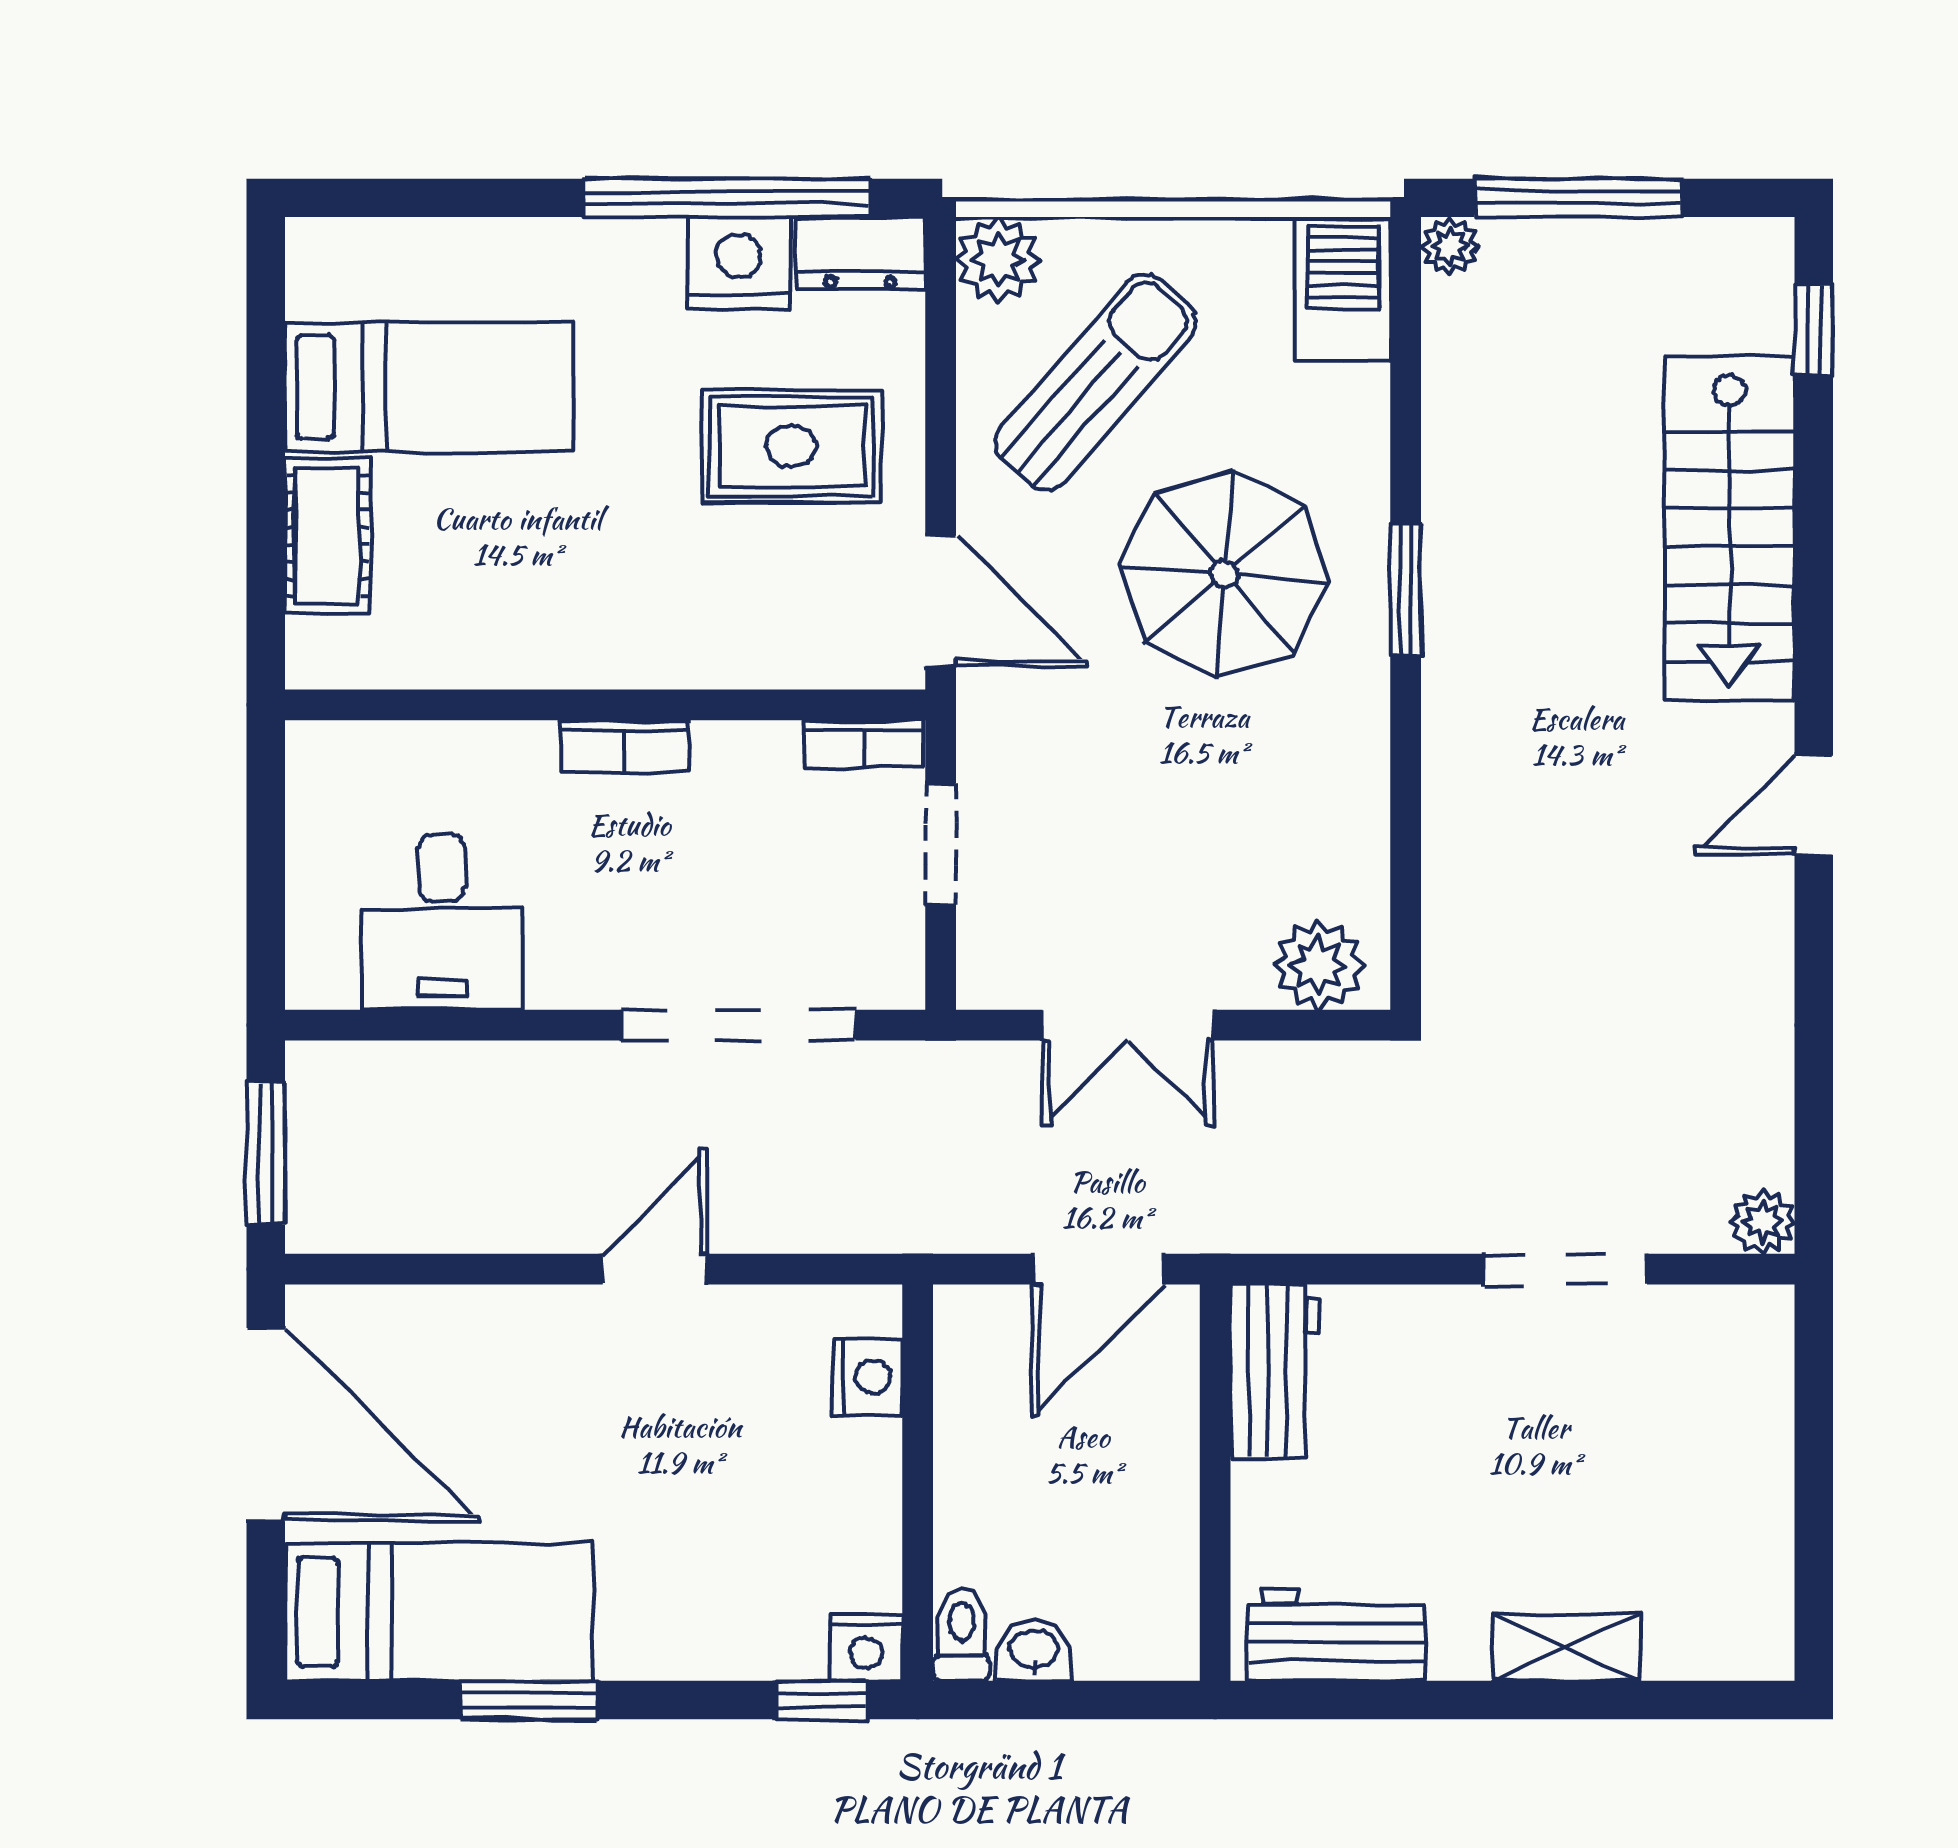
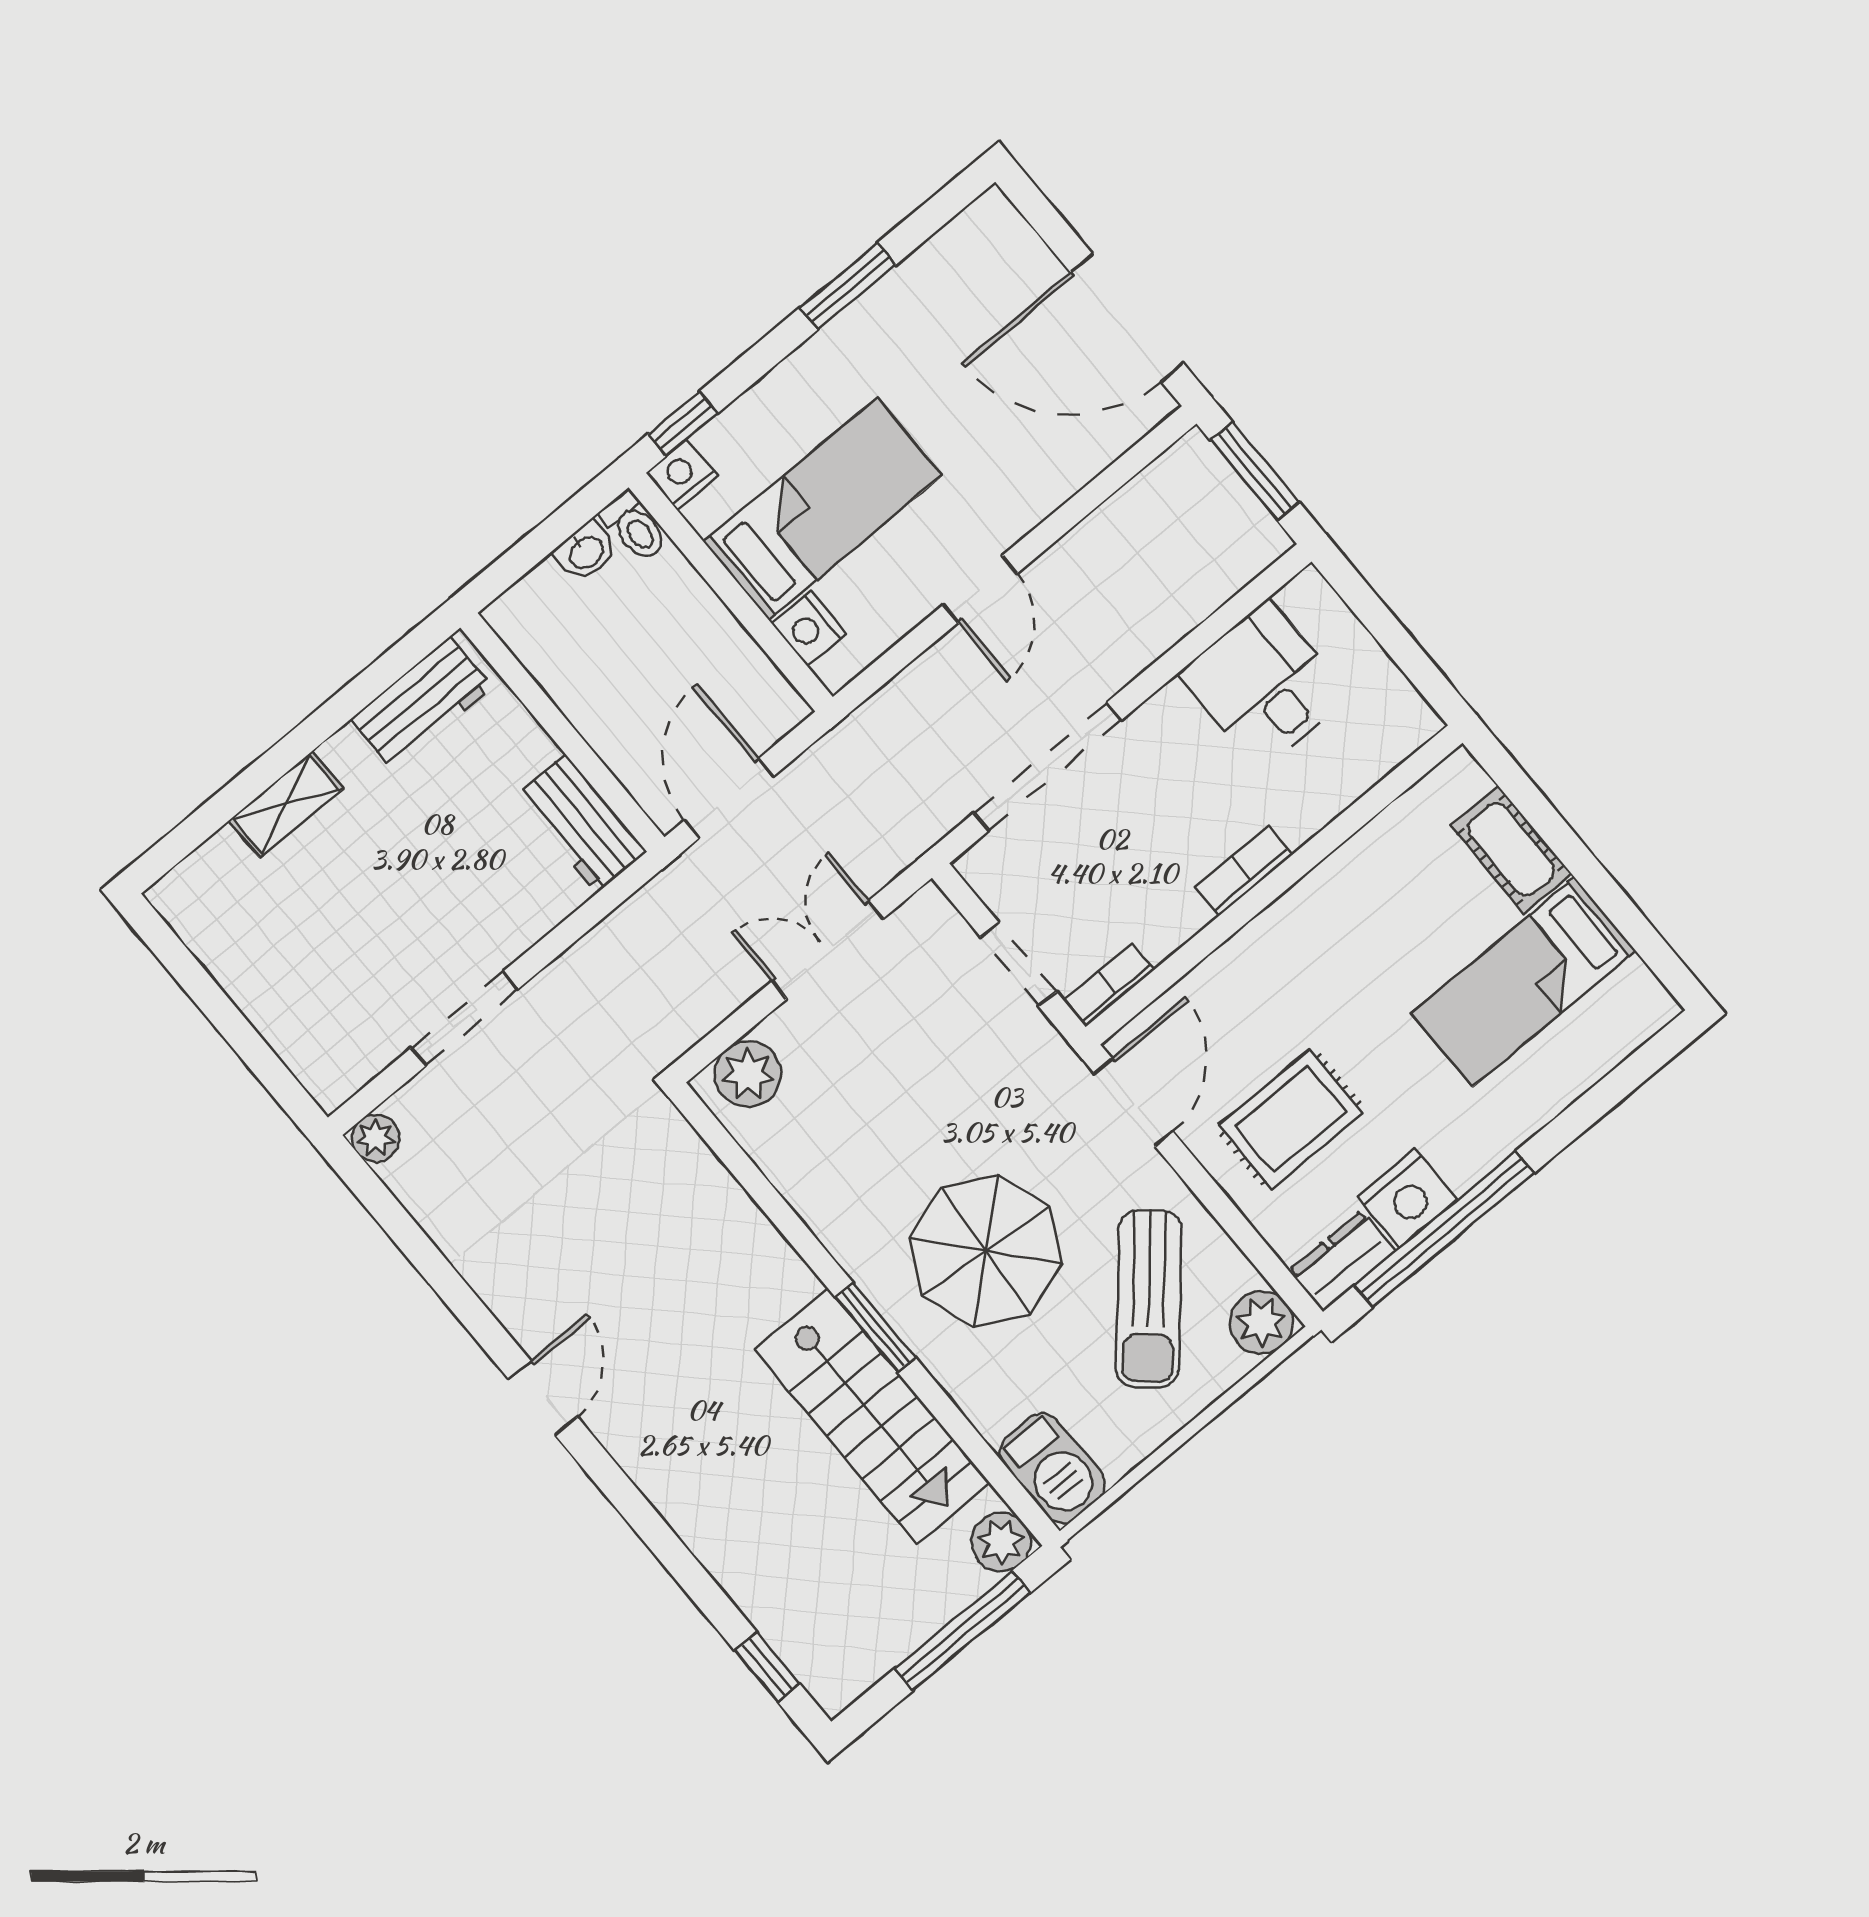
plant: (1450, 246) -> (1001, 1542), width x1.38, depth x1.38
stairs: (1730, 528) -> (872, 1416), moved, turned 180
door: (941, 601) -> (1133, 1102), swing flipped
bed: (438, 1612) -> (823, 509), moved, turned 180

